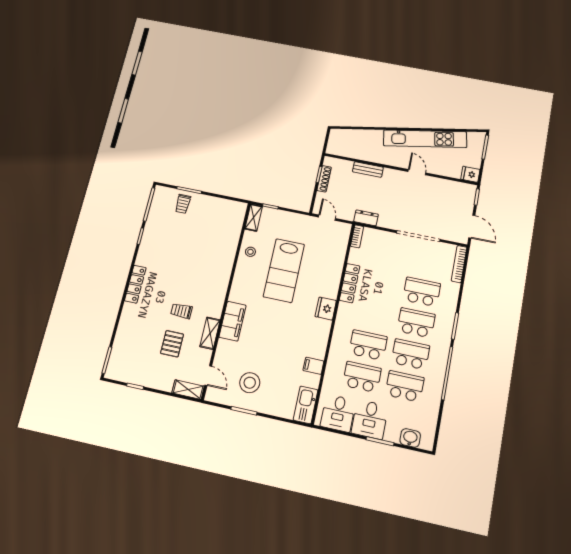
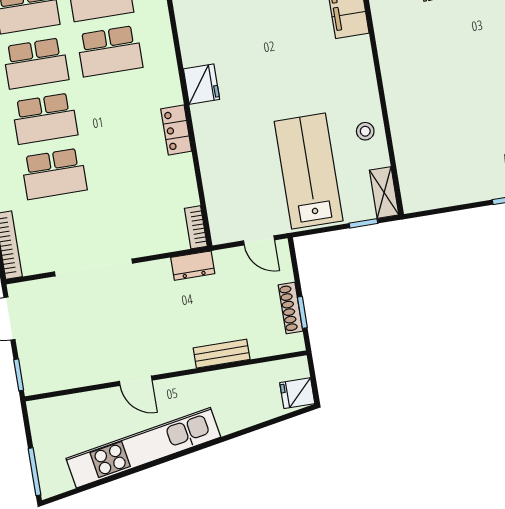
fridge: (470, 174) -> (297, 393), moved, turned 180
lab bench: (284, 270) -> (309, 171), moved
locker: (350, 283) -> (176, 130), width x0.66

